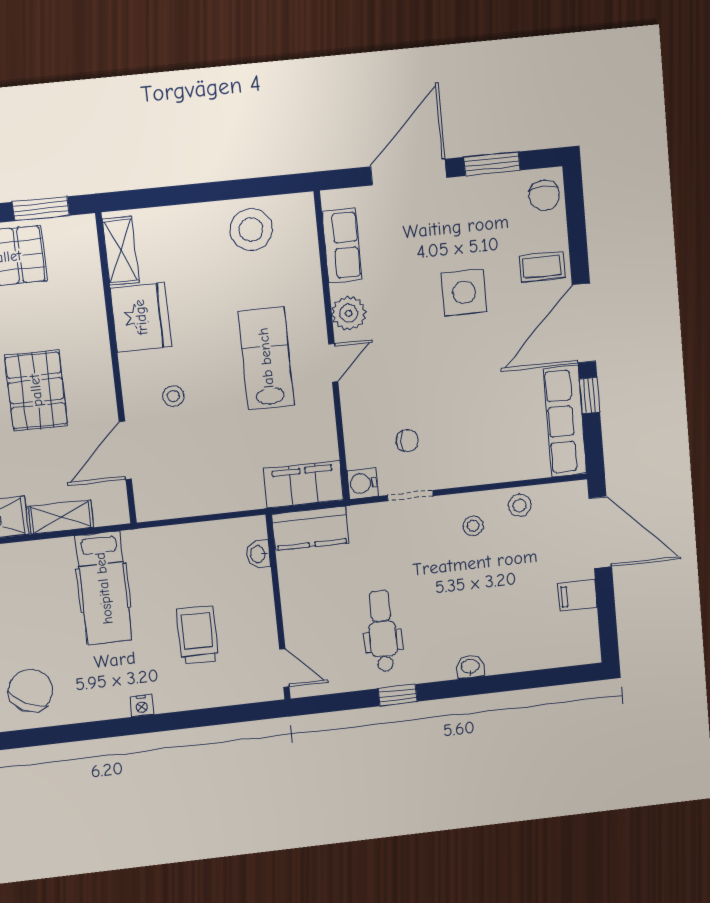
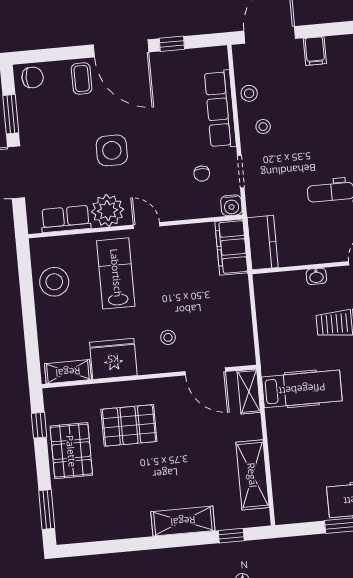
window: (41, 209) -> (39, 425), width x0.67
side table: (464, 292) -> (112, 150), moved
plant: (349, 313) -> (108, 211), width x1.36, depth x1.36
lab bench: (266, 358) -> (116, 273), moved, turned 90
pallet: (36, 390) -> (129, 425), moved
row of seats: (565, 421) -> (220, 109), moved, turned 90
chair: (407, 441) -> (202, 174), turned 180
shelving: (61, 517) -> (249, 392), moved
washbasin: (258, 554) -> (316, 276), moved

